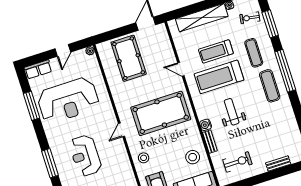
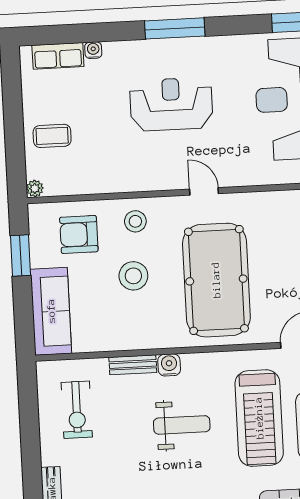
treadmill: (219, 77) -> (259, 418), turned 180
stool: (193, 157) -> (133, 276), moved

